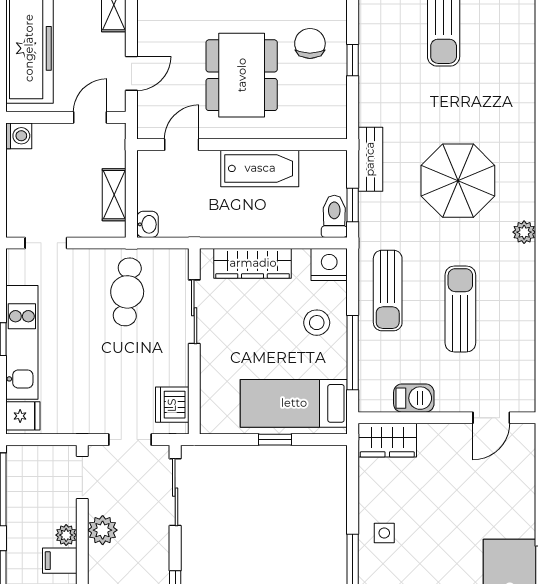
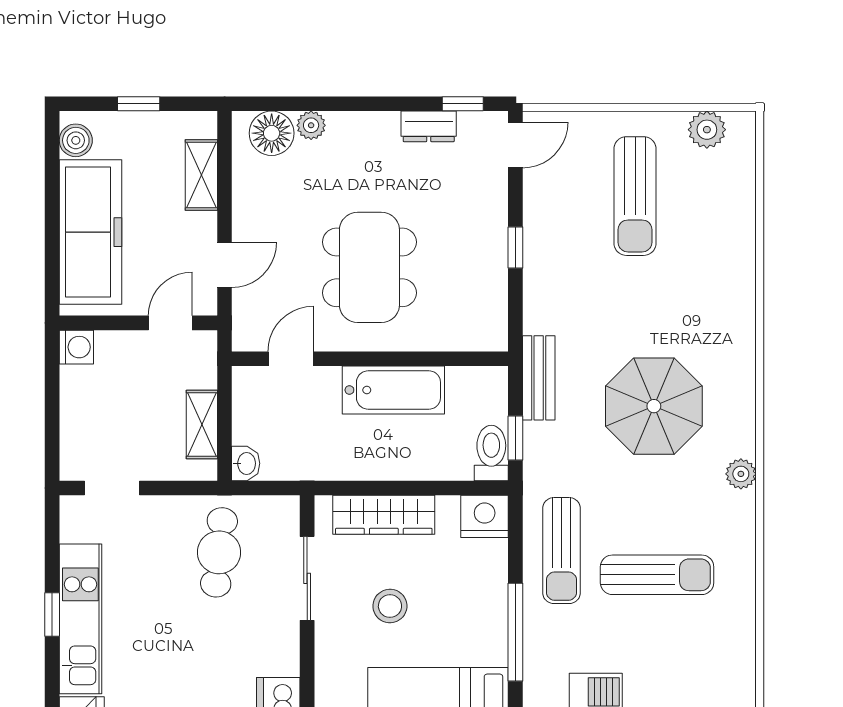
chair: (310, 43) -> (459, 226), removed
sun lounger: (460, 309) -> (657, 575), turned 90
stool: (317, 323) -> (390, 606), moved

